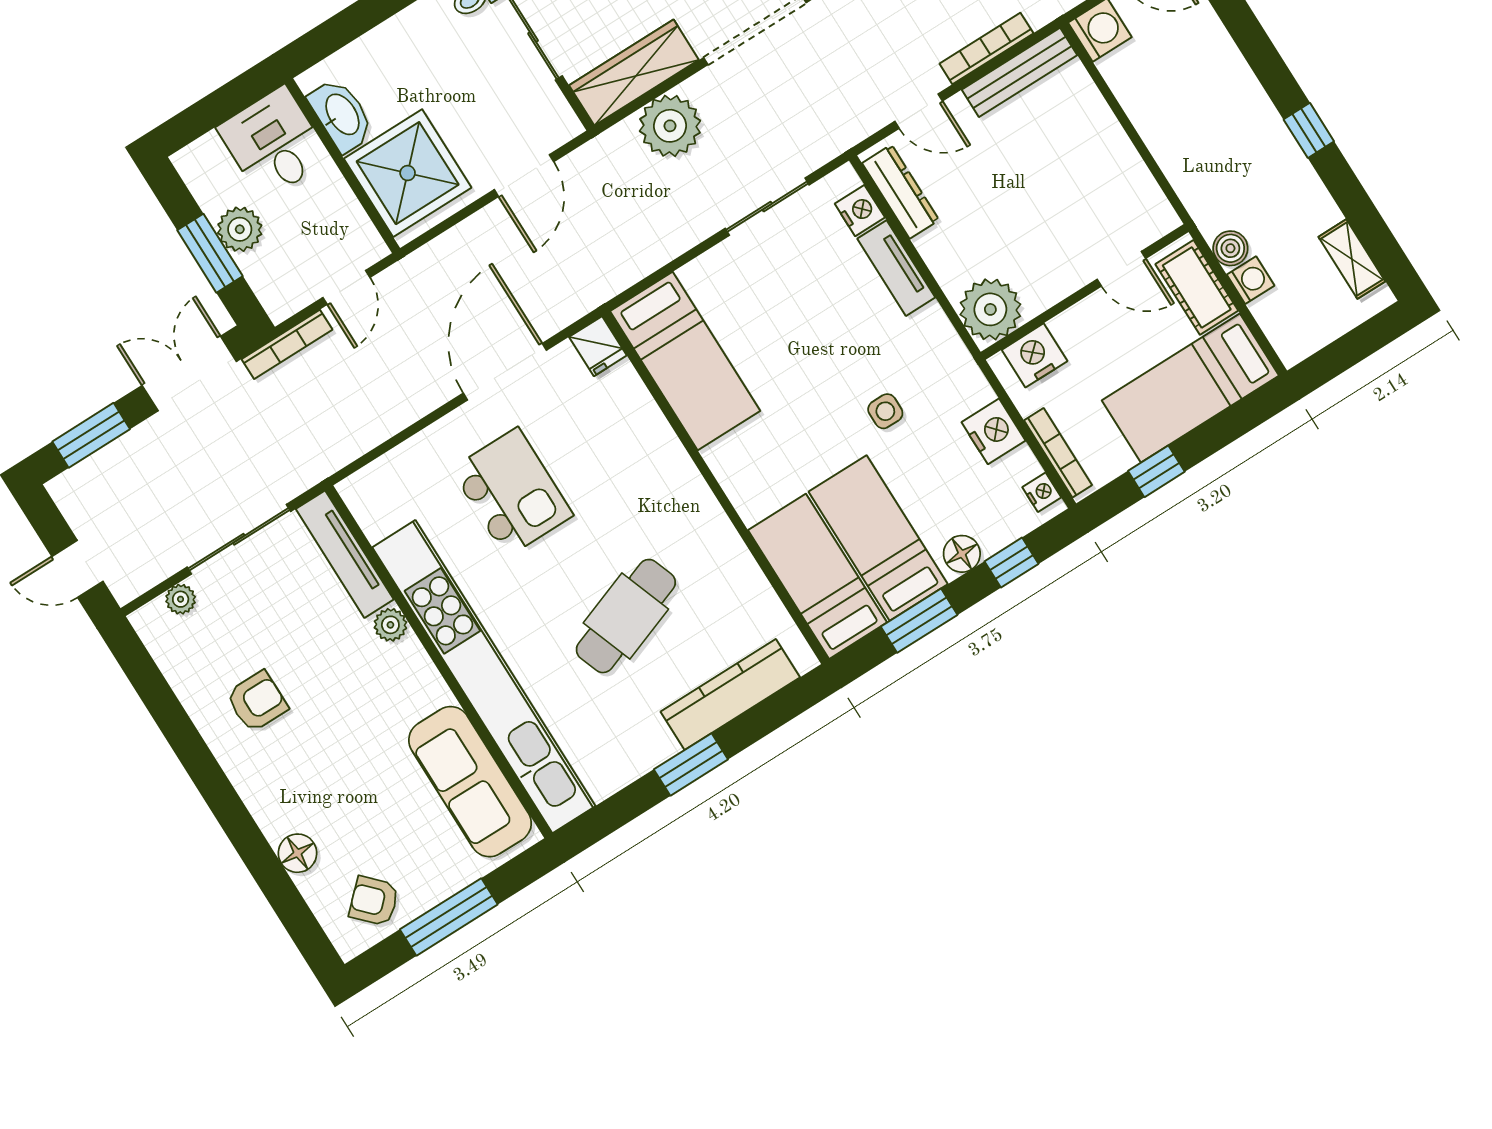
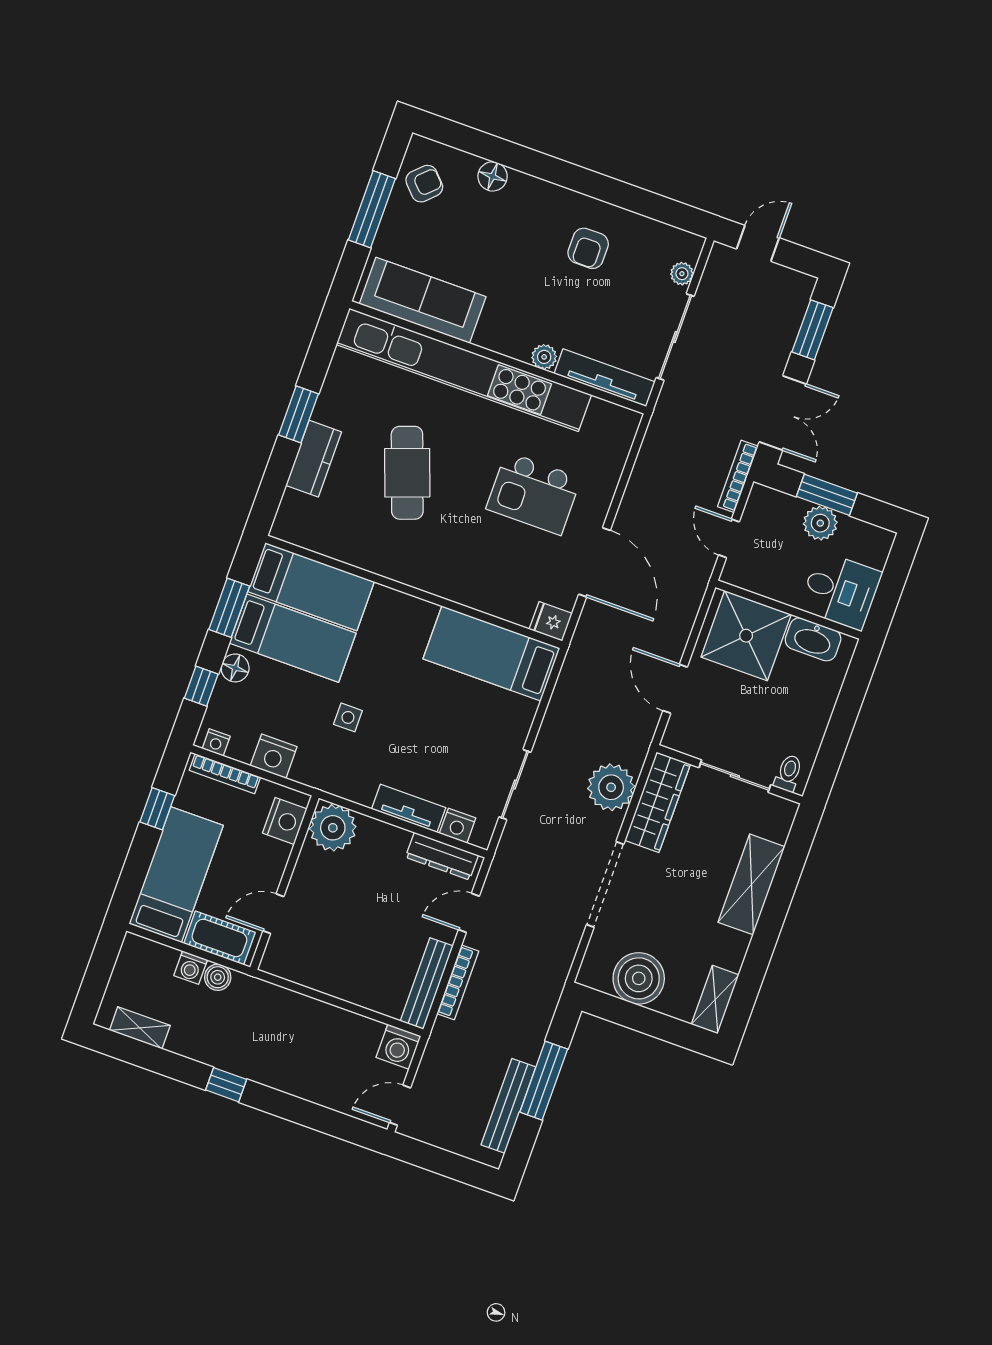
kitchen counter: (730, 694) -> (314, 459), width x0.67

